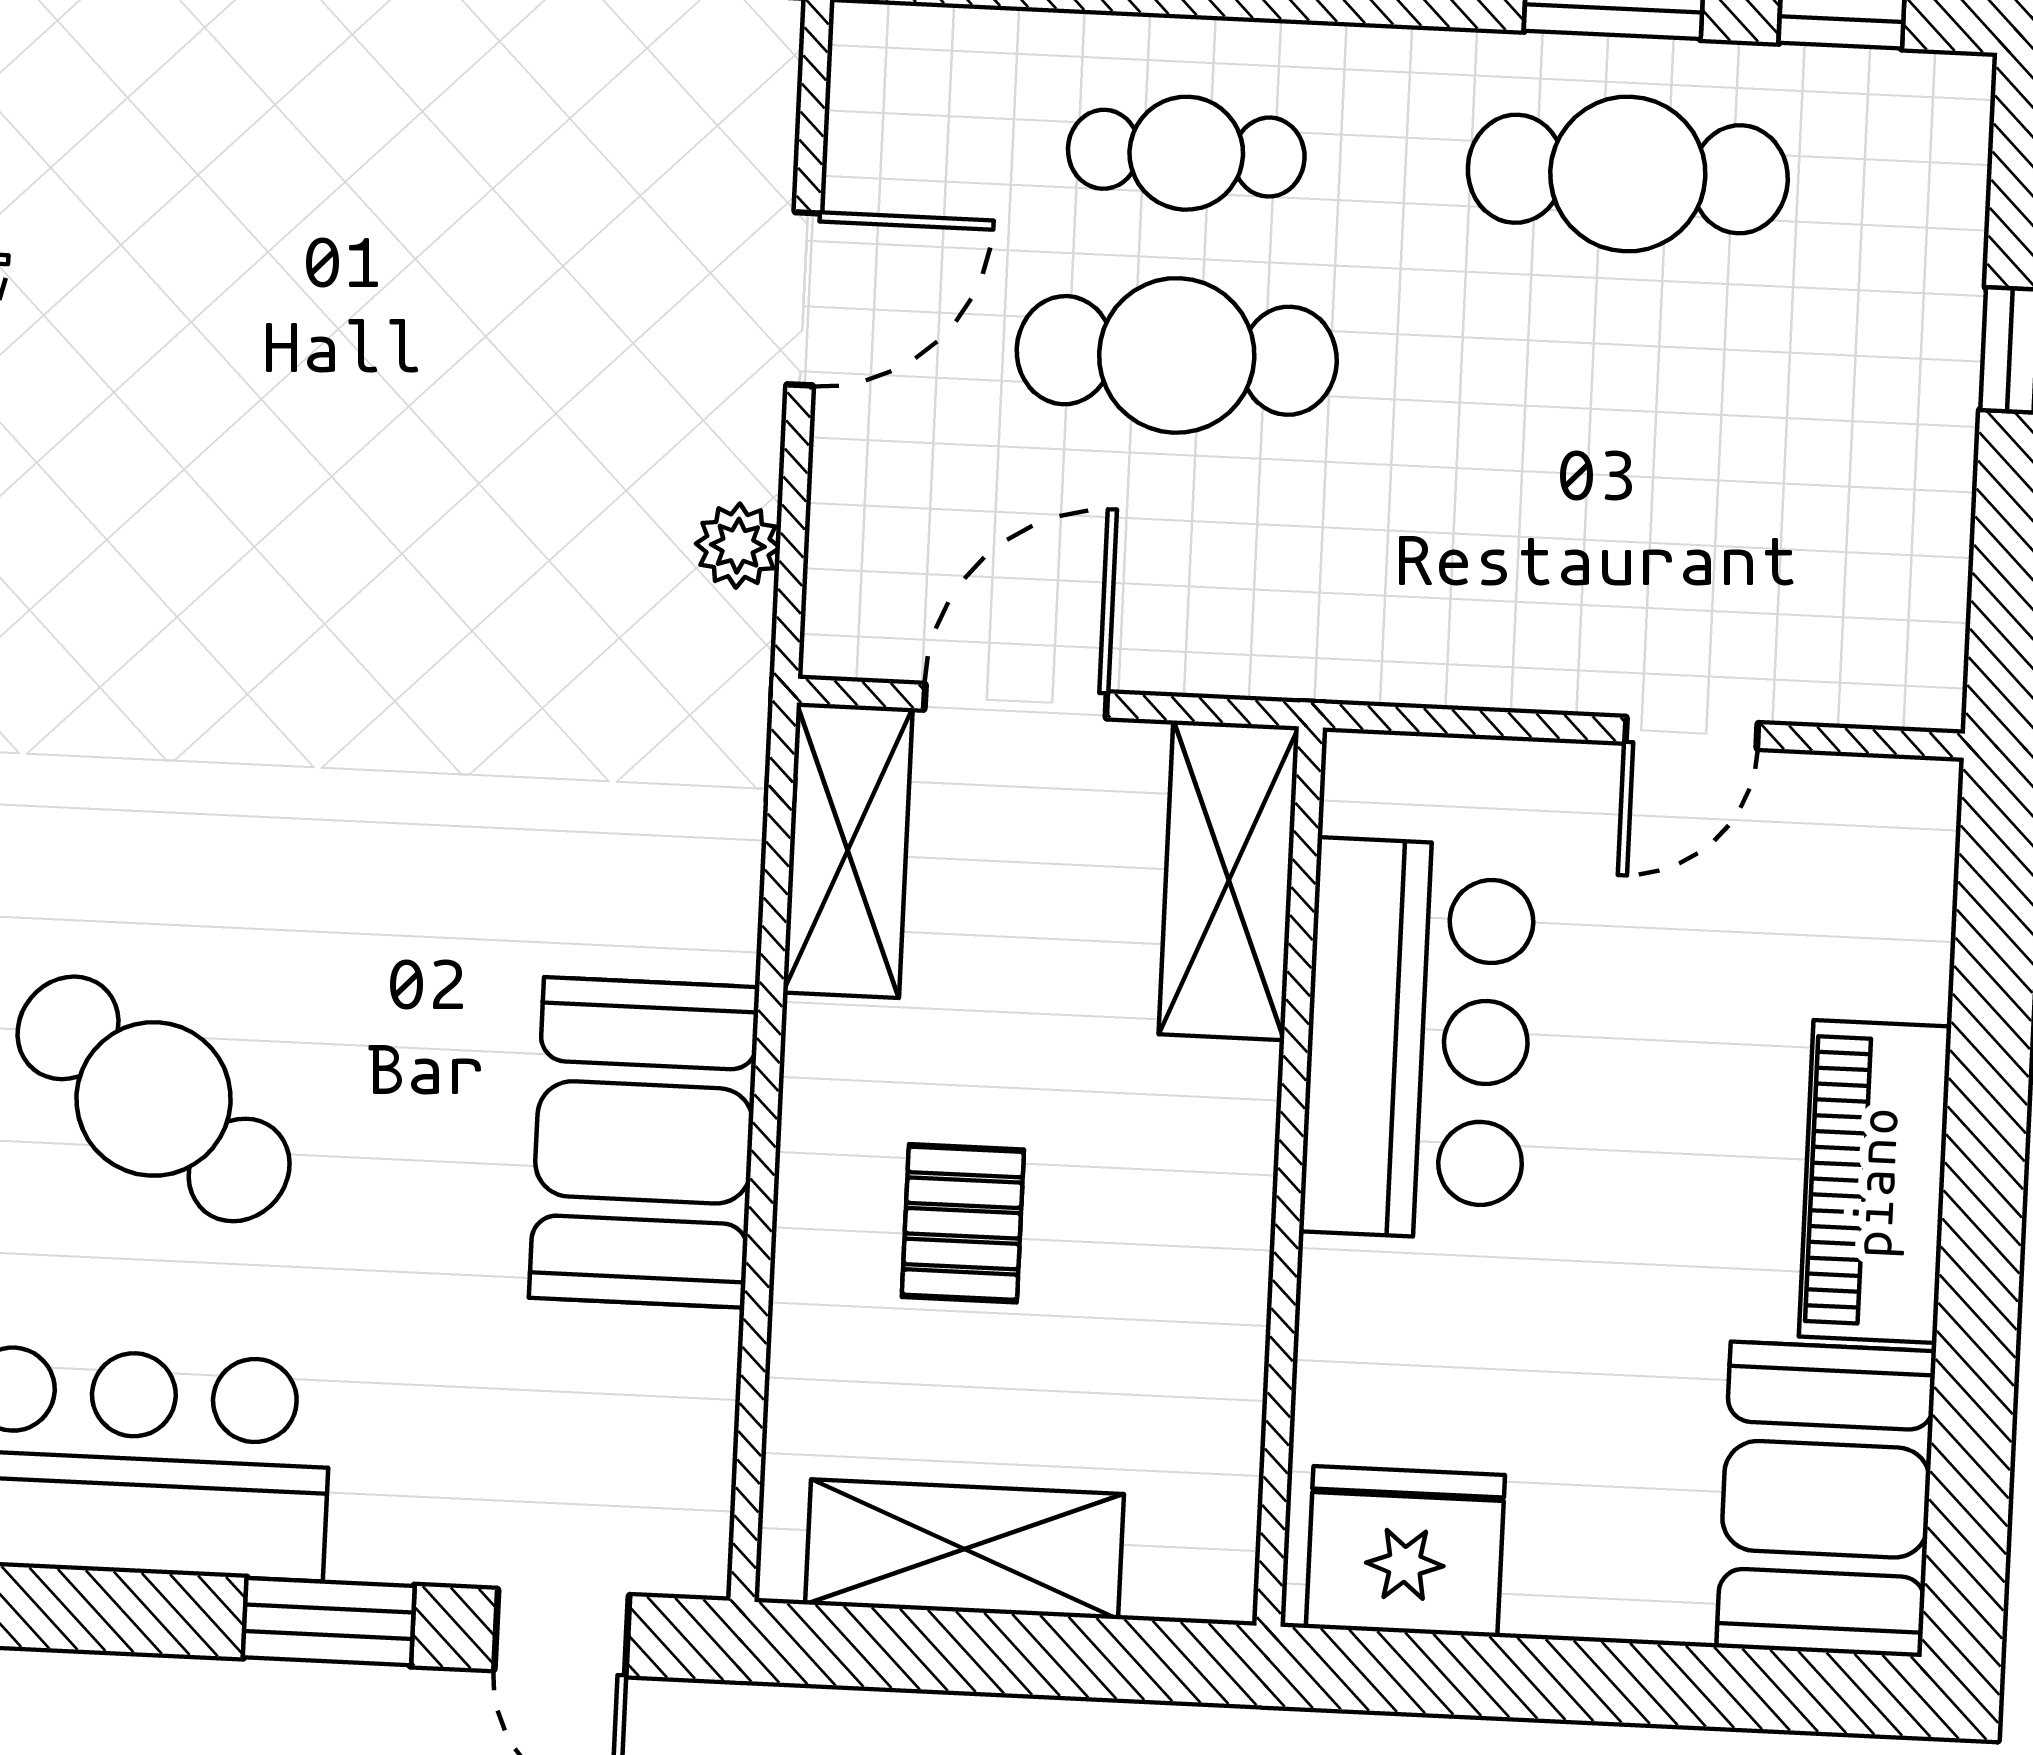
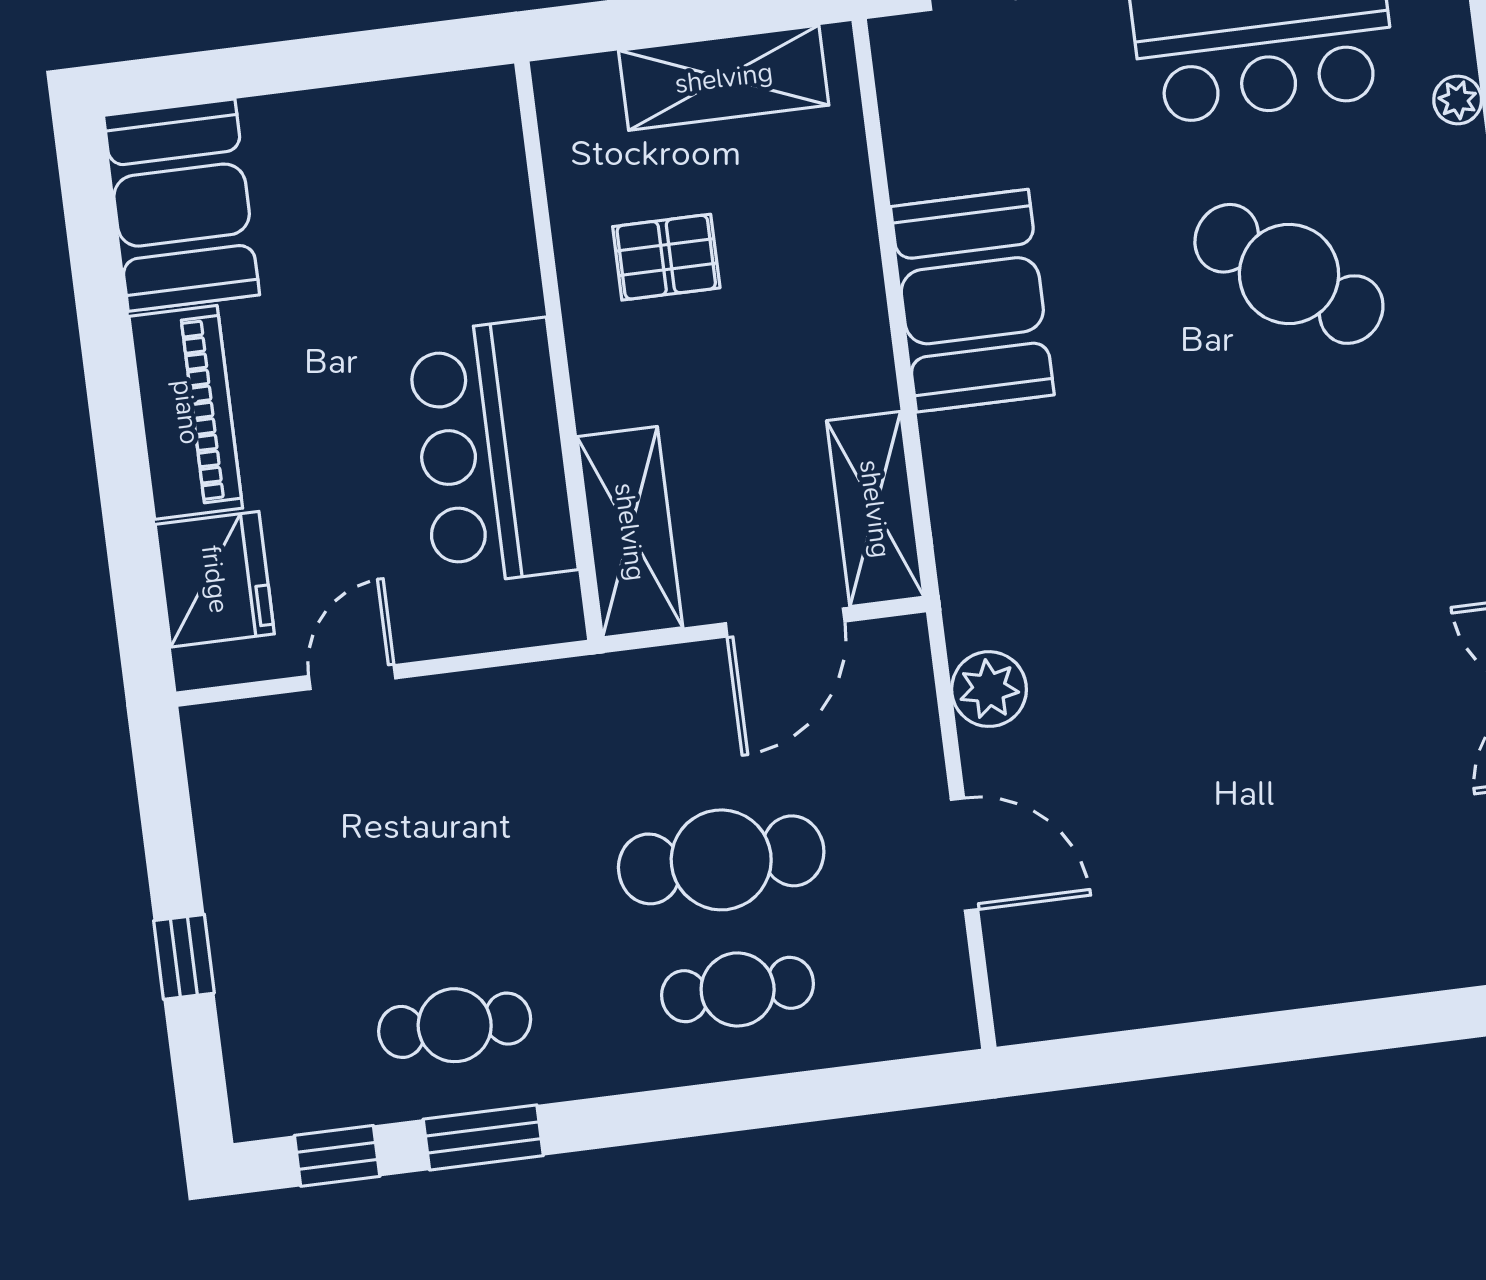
cafe table: (1628, 174) -> (455, 1025), width x0.73, depth x0.74
door: (804, 299) -> (964, 854), swing flipped
plant: (738, 546) -> (989, 689), width x1.38, depth x1.38
pallet: (963, 1223) -> (666, 257), moved, turned 90
fridge: (1405, 1551) -> (215, 579), moved, turned -90

